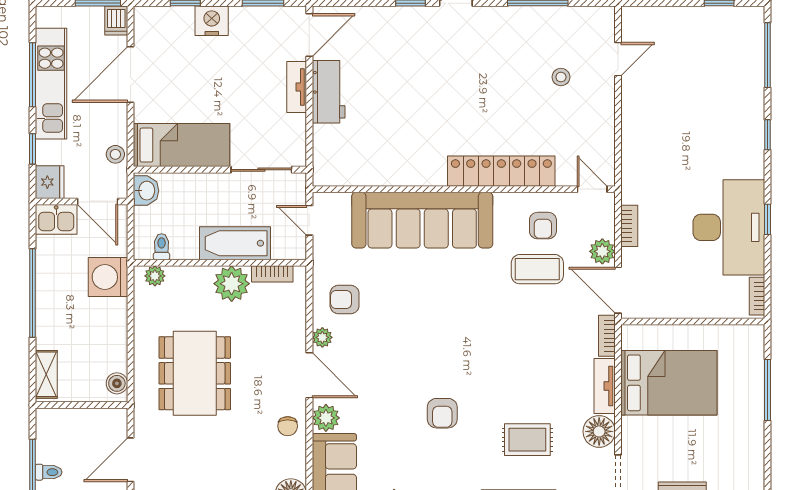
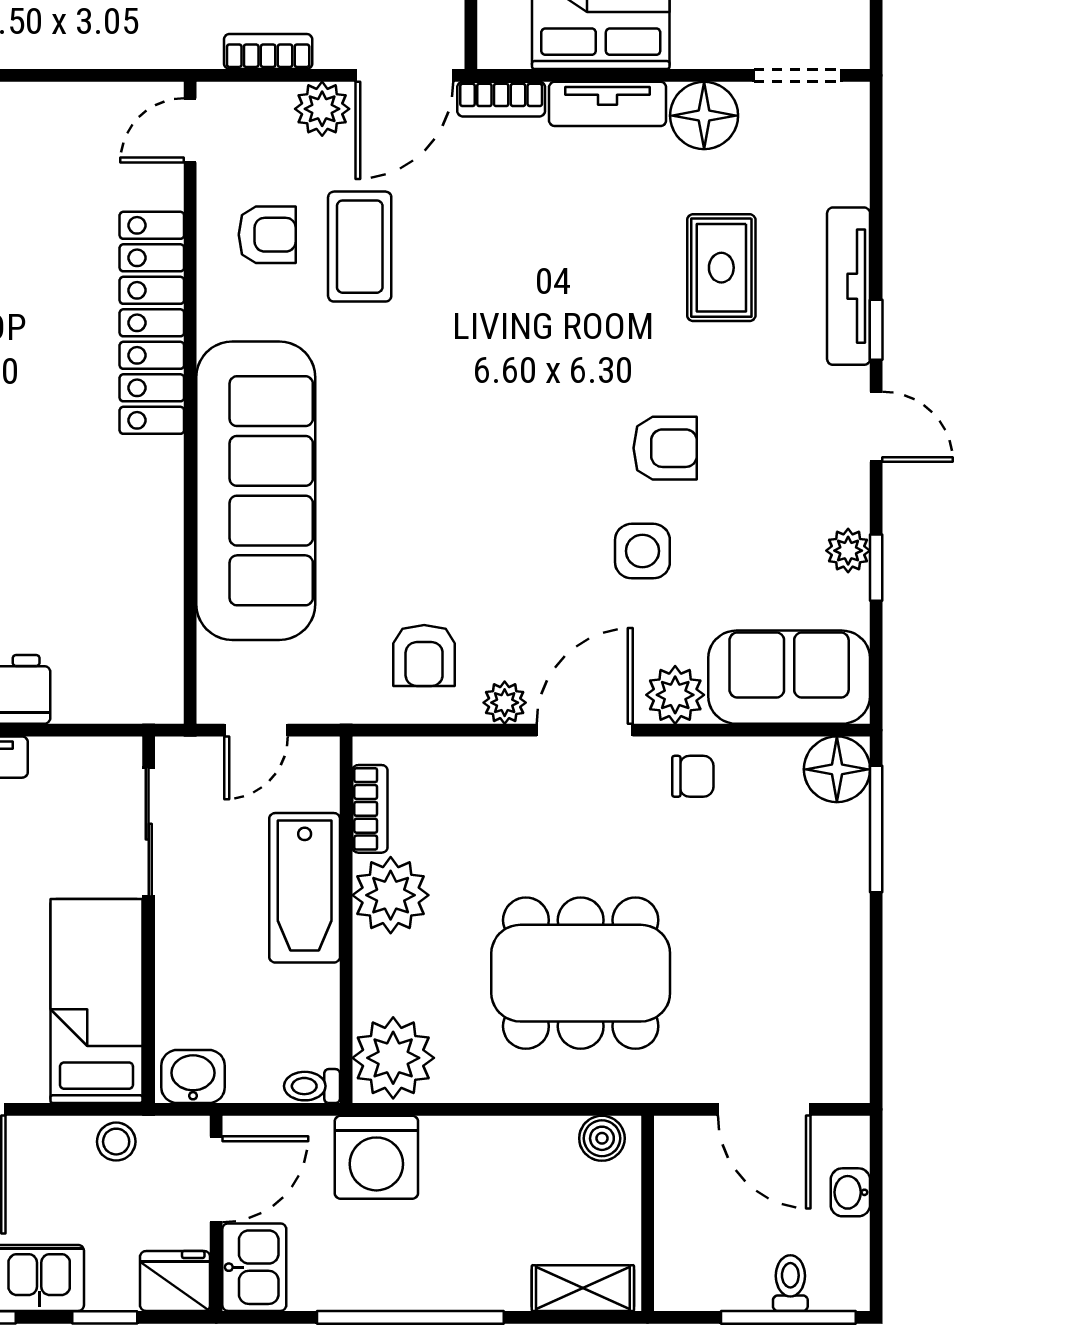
toilet: (162, 247) -> (312, 1086), moved
plant: (155, 276) -> (393, 1058), width x1.88, depth x1.88
side table: (394, 402) -> (642, 551), added

